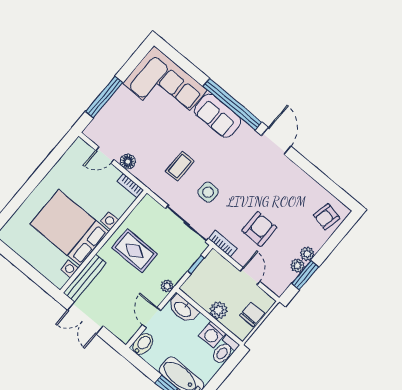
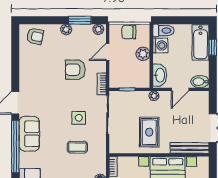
sofa: (218, 116) -> (29, 134), moved
plant: (298, 266) -> (98, 29), moved

